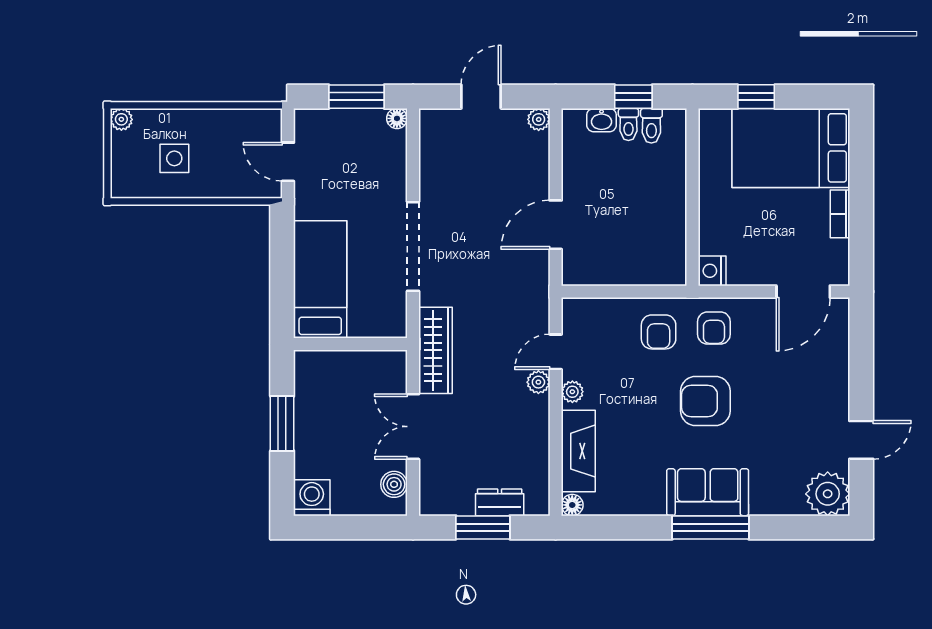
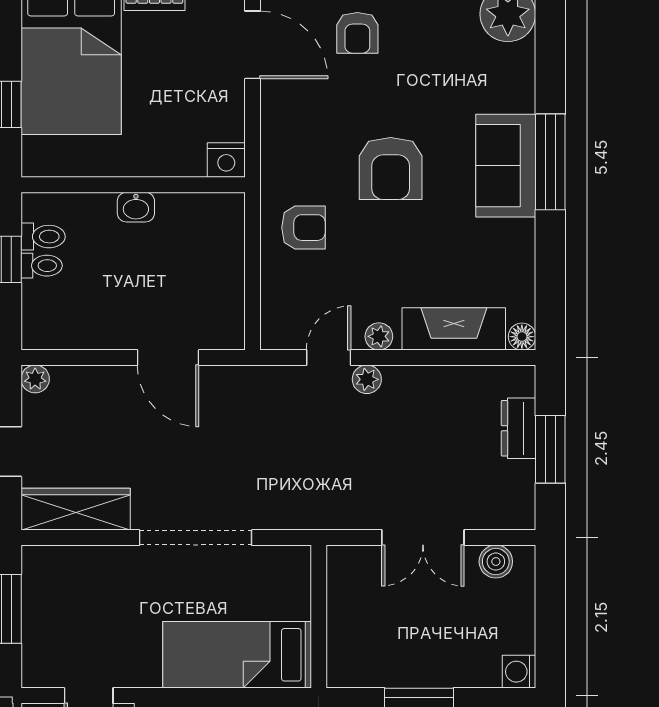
floor lamp: (397, 118) -> (34, 558), removed
washbasin: (602, 120) -> (136, 207), moved, turned 90
armchair: (714, 328) -> (357, 33), moved, turned 90
wardrobe: (436, 350) -> (76, 509), moved
door: (556, 352) -> (329, 357), swing flipped
washing machine: (312, 498) -> (519, 672), width x0.73, depth x0.73

